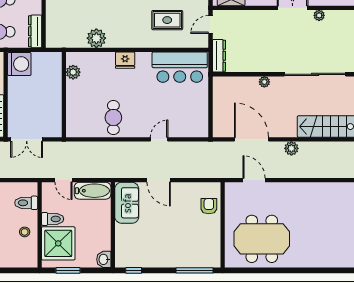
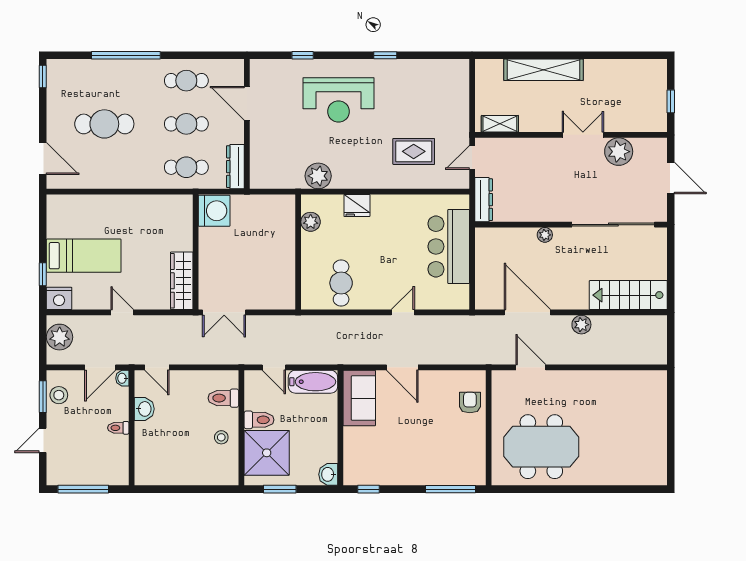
plant: (319, 15) -> (619, 152), width x1.88, depth x1.88
bar counter: (180, 67) -> (449, 246), moved, turned 90
plant: (73, 72) -> (311, 222), moved
wall: (64, 95) -> (298, 252), moved

